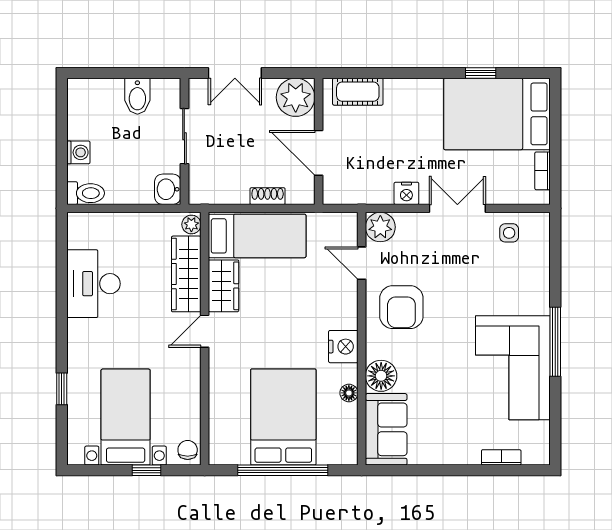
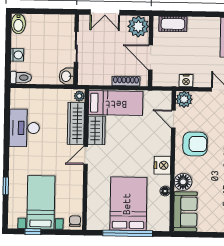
bidet: (137, 96) -> (18, 24), moved
nightstand: (406, 193) -> (186, 81), moved
shoe rack: (268, 196) -> (126, 81), width x1.43
armchair: (401, 307) -> (195, 144), turned -90
window: (146, 470) -> (33, 232), moved

